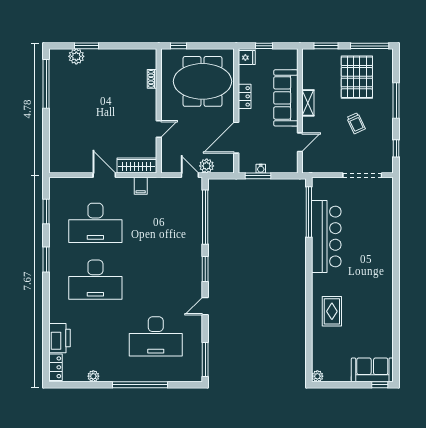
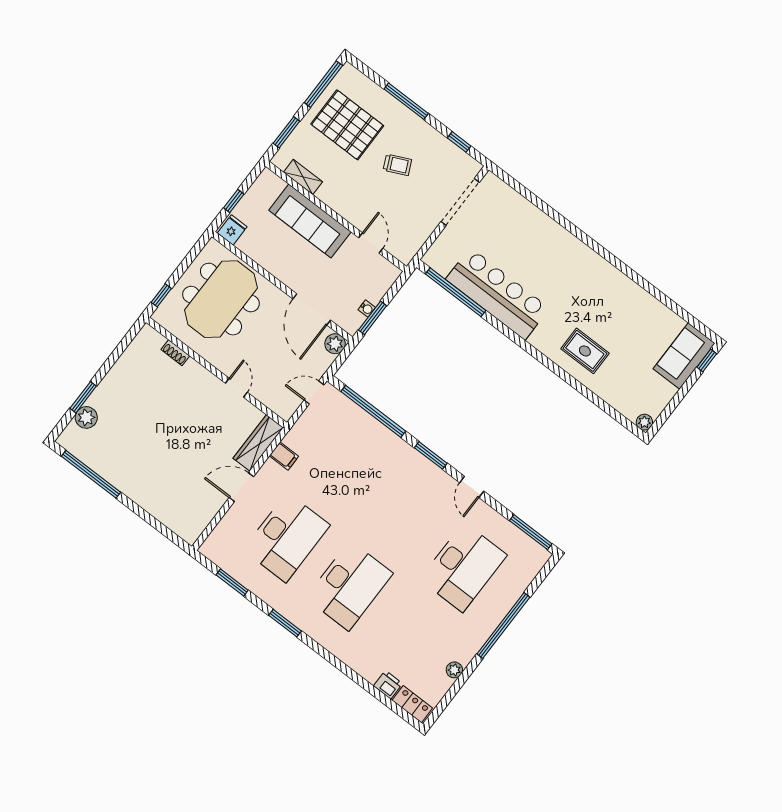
locker: (245, 96) -> (273, 265), removed
shelving: (308, 103) -> (303, 177), moved
plant: (207, 166) -> (335, 344), moved
printer: (59, 338) -> (388, 685), width x0.53, depth x0.68

